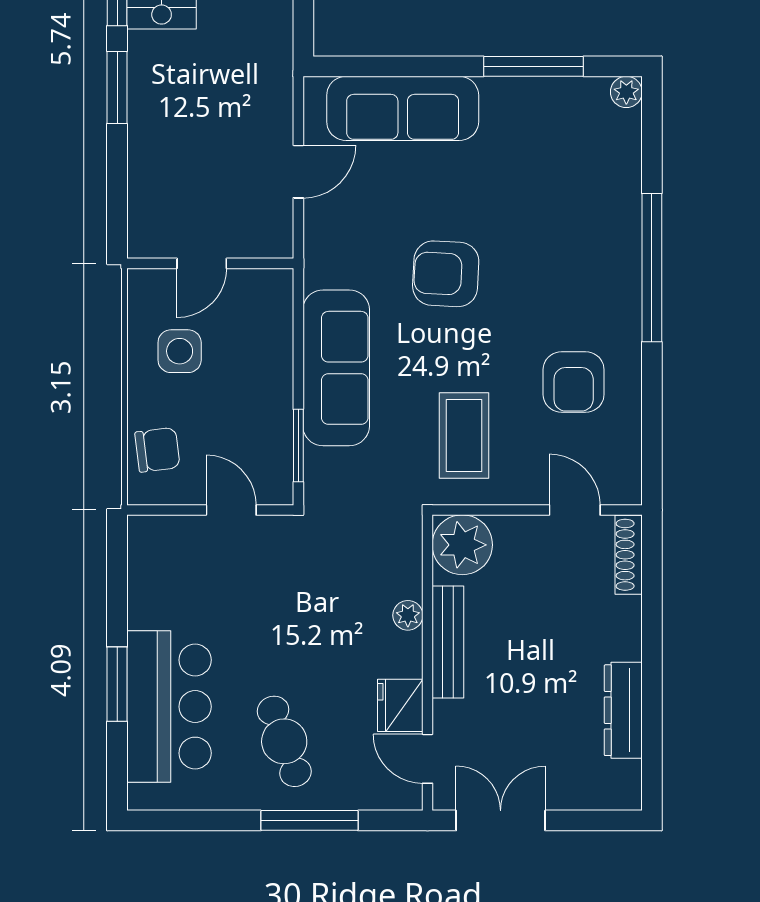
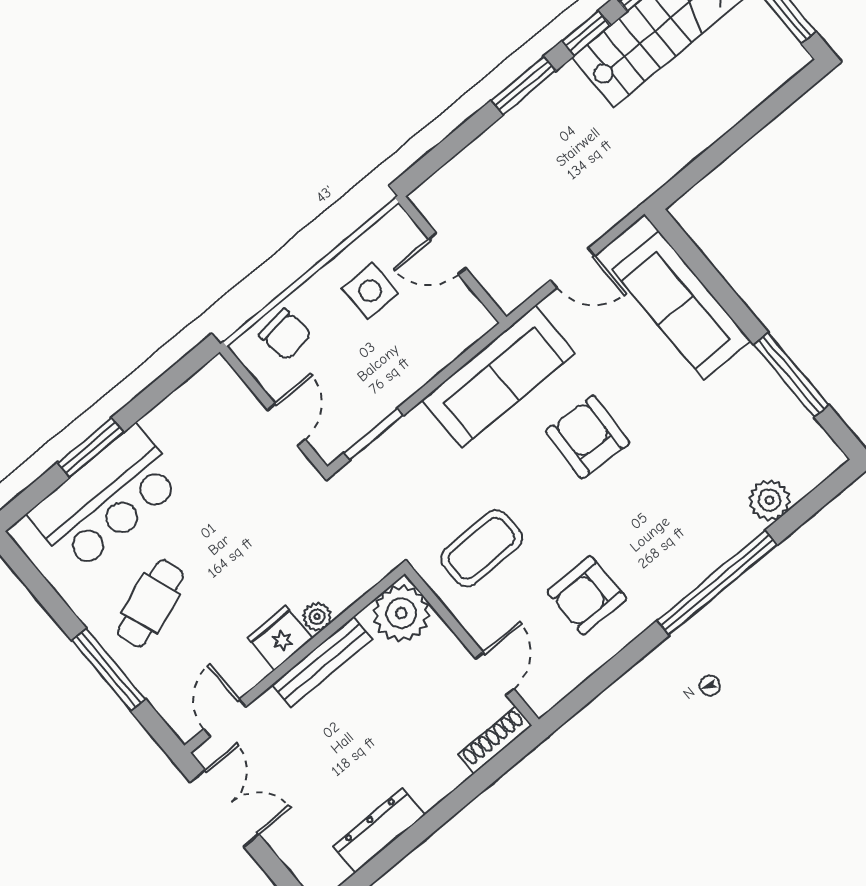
plant: (626, 92) -> (770, 500), moved, width x1.38, depth x1.38
sofa: (336, 368) -> (498, 377), moved
fridge: (400, 705) -> (280, 638), moved

